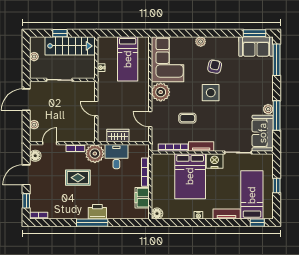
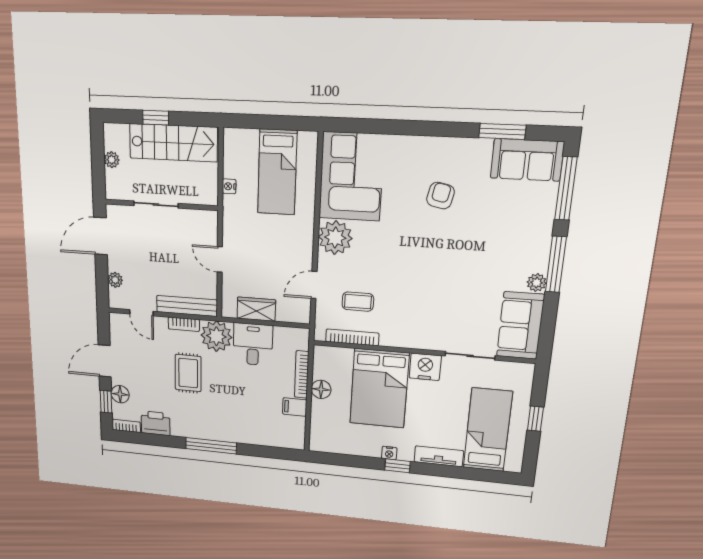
window: (255, 33) -> (502, 131), moved
plant: (201, 42) -> (417, 145), removed
side table: (211, 93) -> (429, 245), removed
window: (277, 116) -> (556, 264), moved
coffee table: (187, 118) -> (358, 302), moved
door: (150, 119) -> (314, 285), hinge flipped
bench: (77, 137) -> (187, 306), added
door: (50, 143) -> (141, 313), swing flipped
tv unit: (201, 147) -> (403, 340), removed
floor lamp: (35, 156) -> (120, 394), moved
rug: (78, 178) -> (188, 373), turned 90
filing cabinet: (142, 198) -> (295, 407), width x0.50
printer: (97, 212) -> (156, 423), moved
floor lamp: (157, 214) -> (321, 389), moved
window: (257, 223) -> (397, 466), moved

